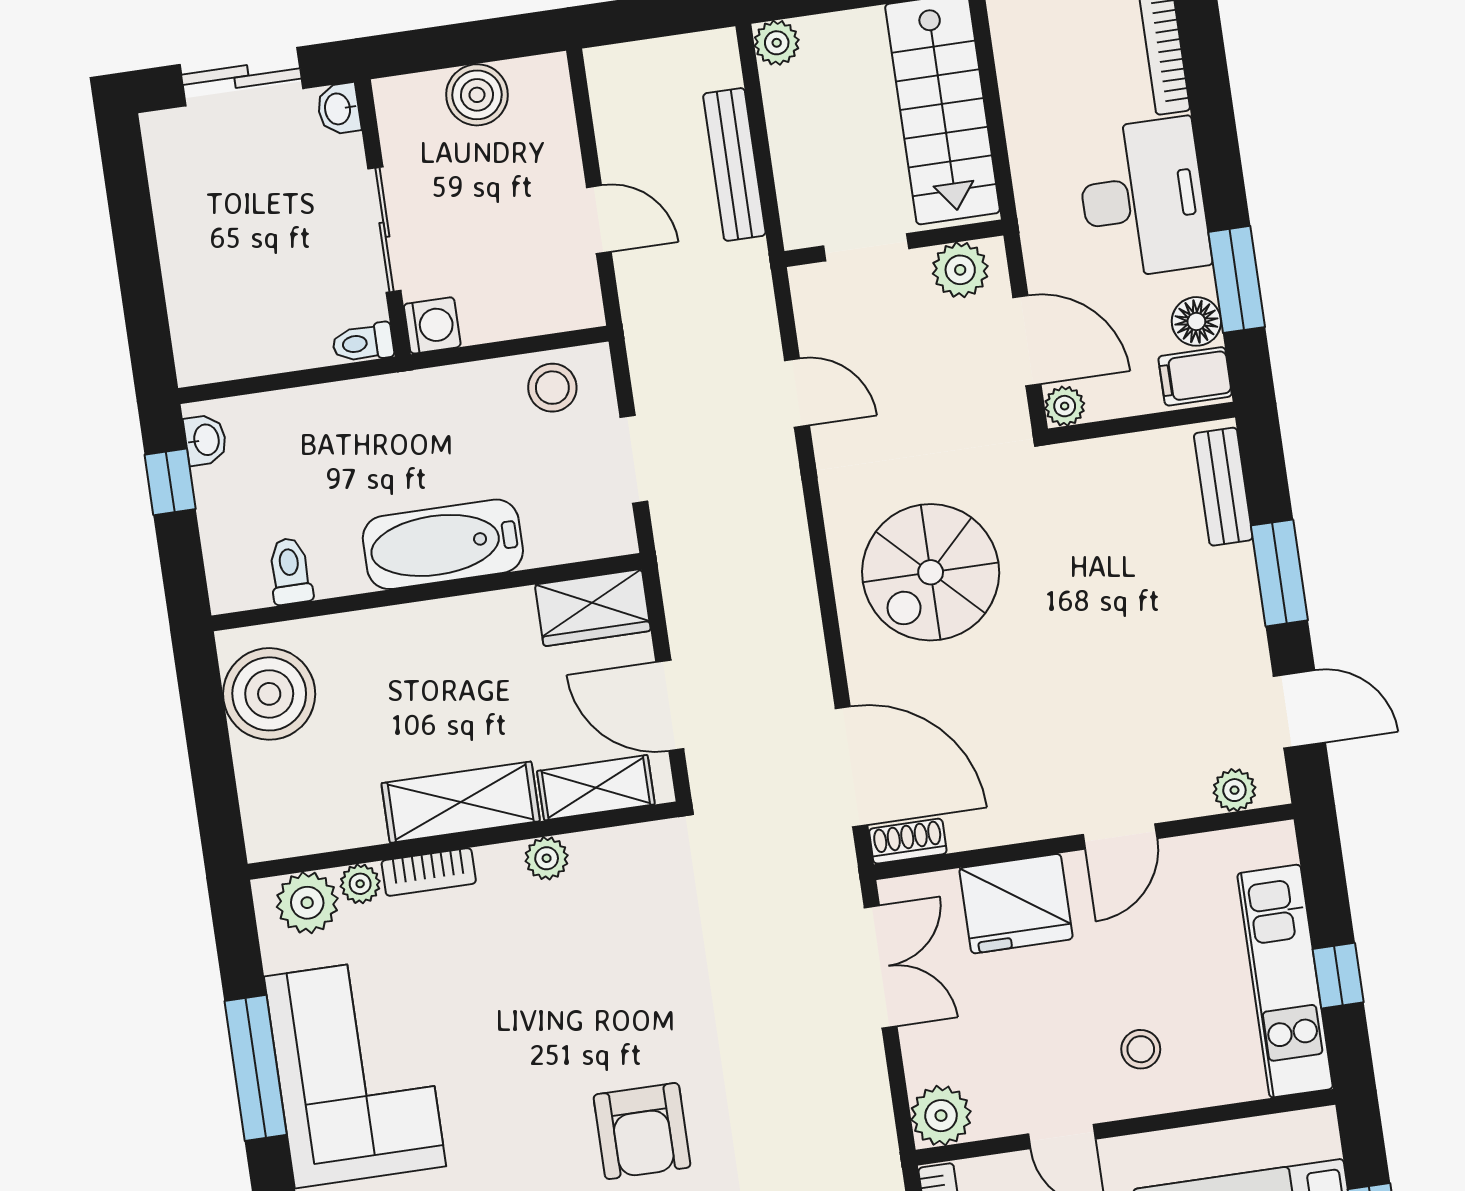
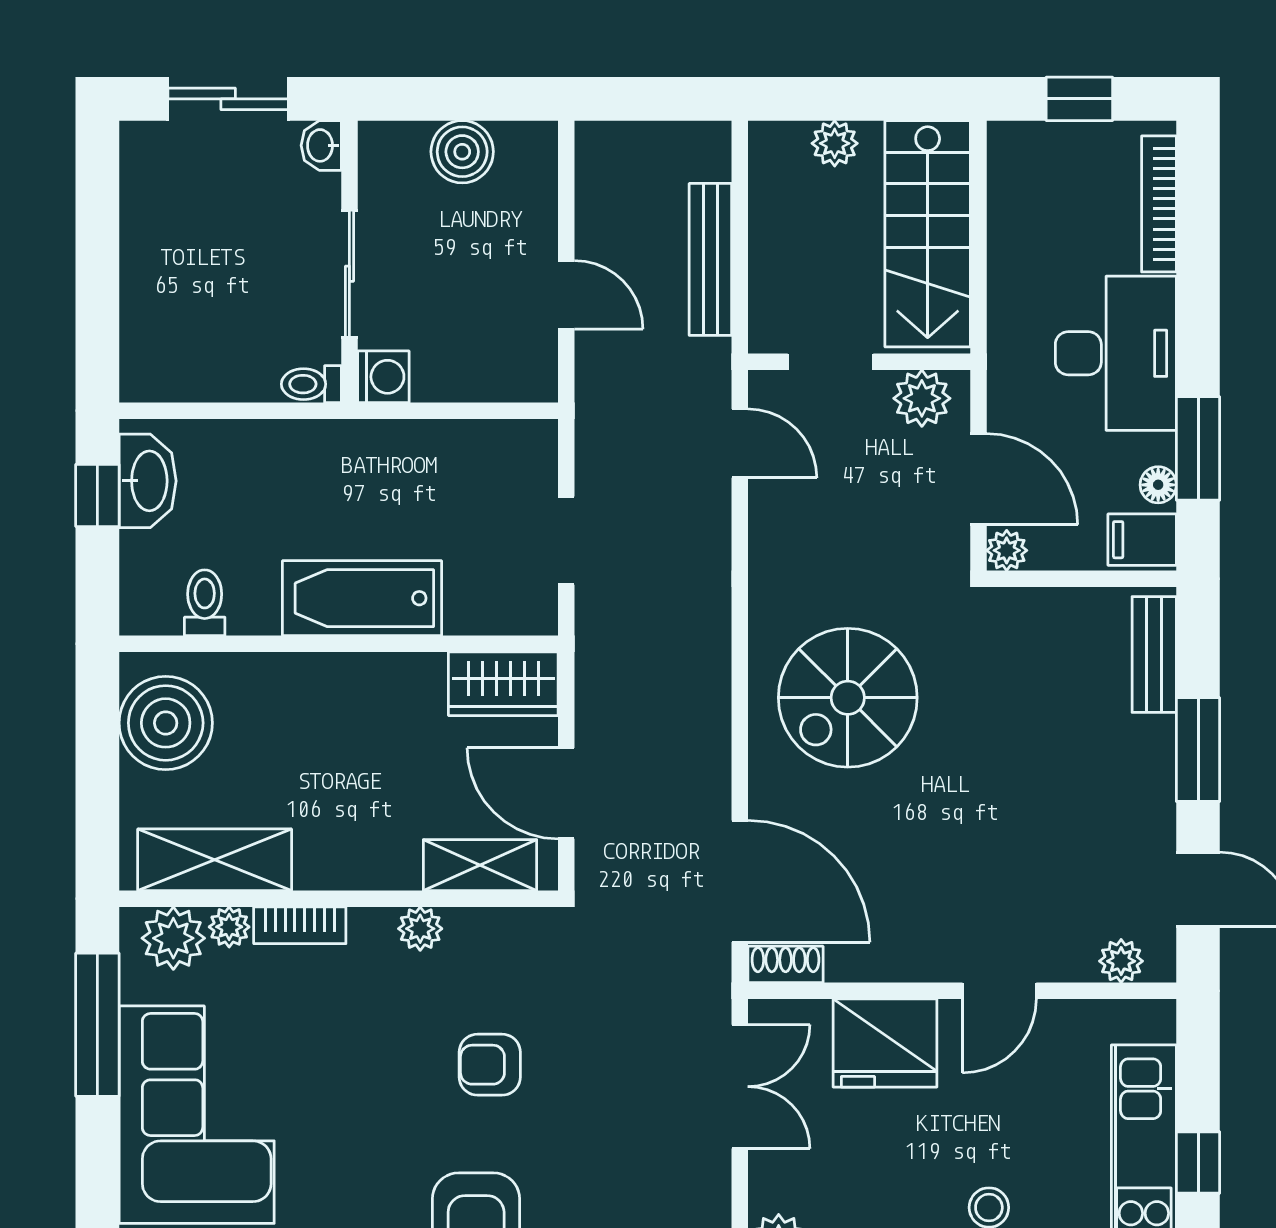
plant: (777, 43) -> (835, 143), moved
floor lamp: (1196, 321) -> (1158, 485), width x0.73, depth x0.73
stool: (552, 388) -> (495, 457), removed
door: (797, 393) -> (740, 443), moved
washbasin: (205, 440) -> (148, 481), width x1.91, depth x1.45
shelving: (461, 802) -> (215, 860), moved
armchair: (634, 981) -> (490, 1065), added
window: (256, 1068) -> (97, 1025), moved

